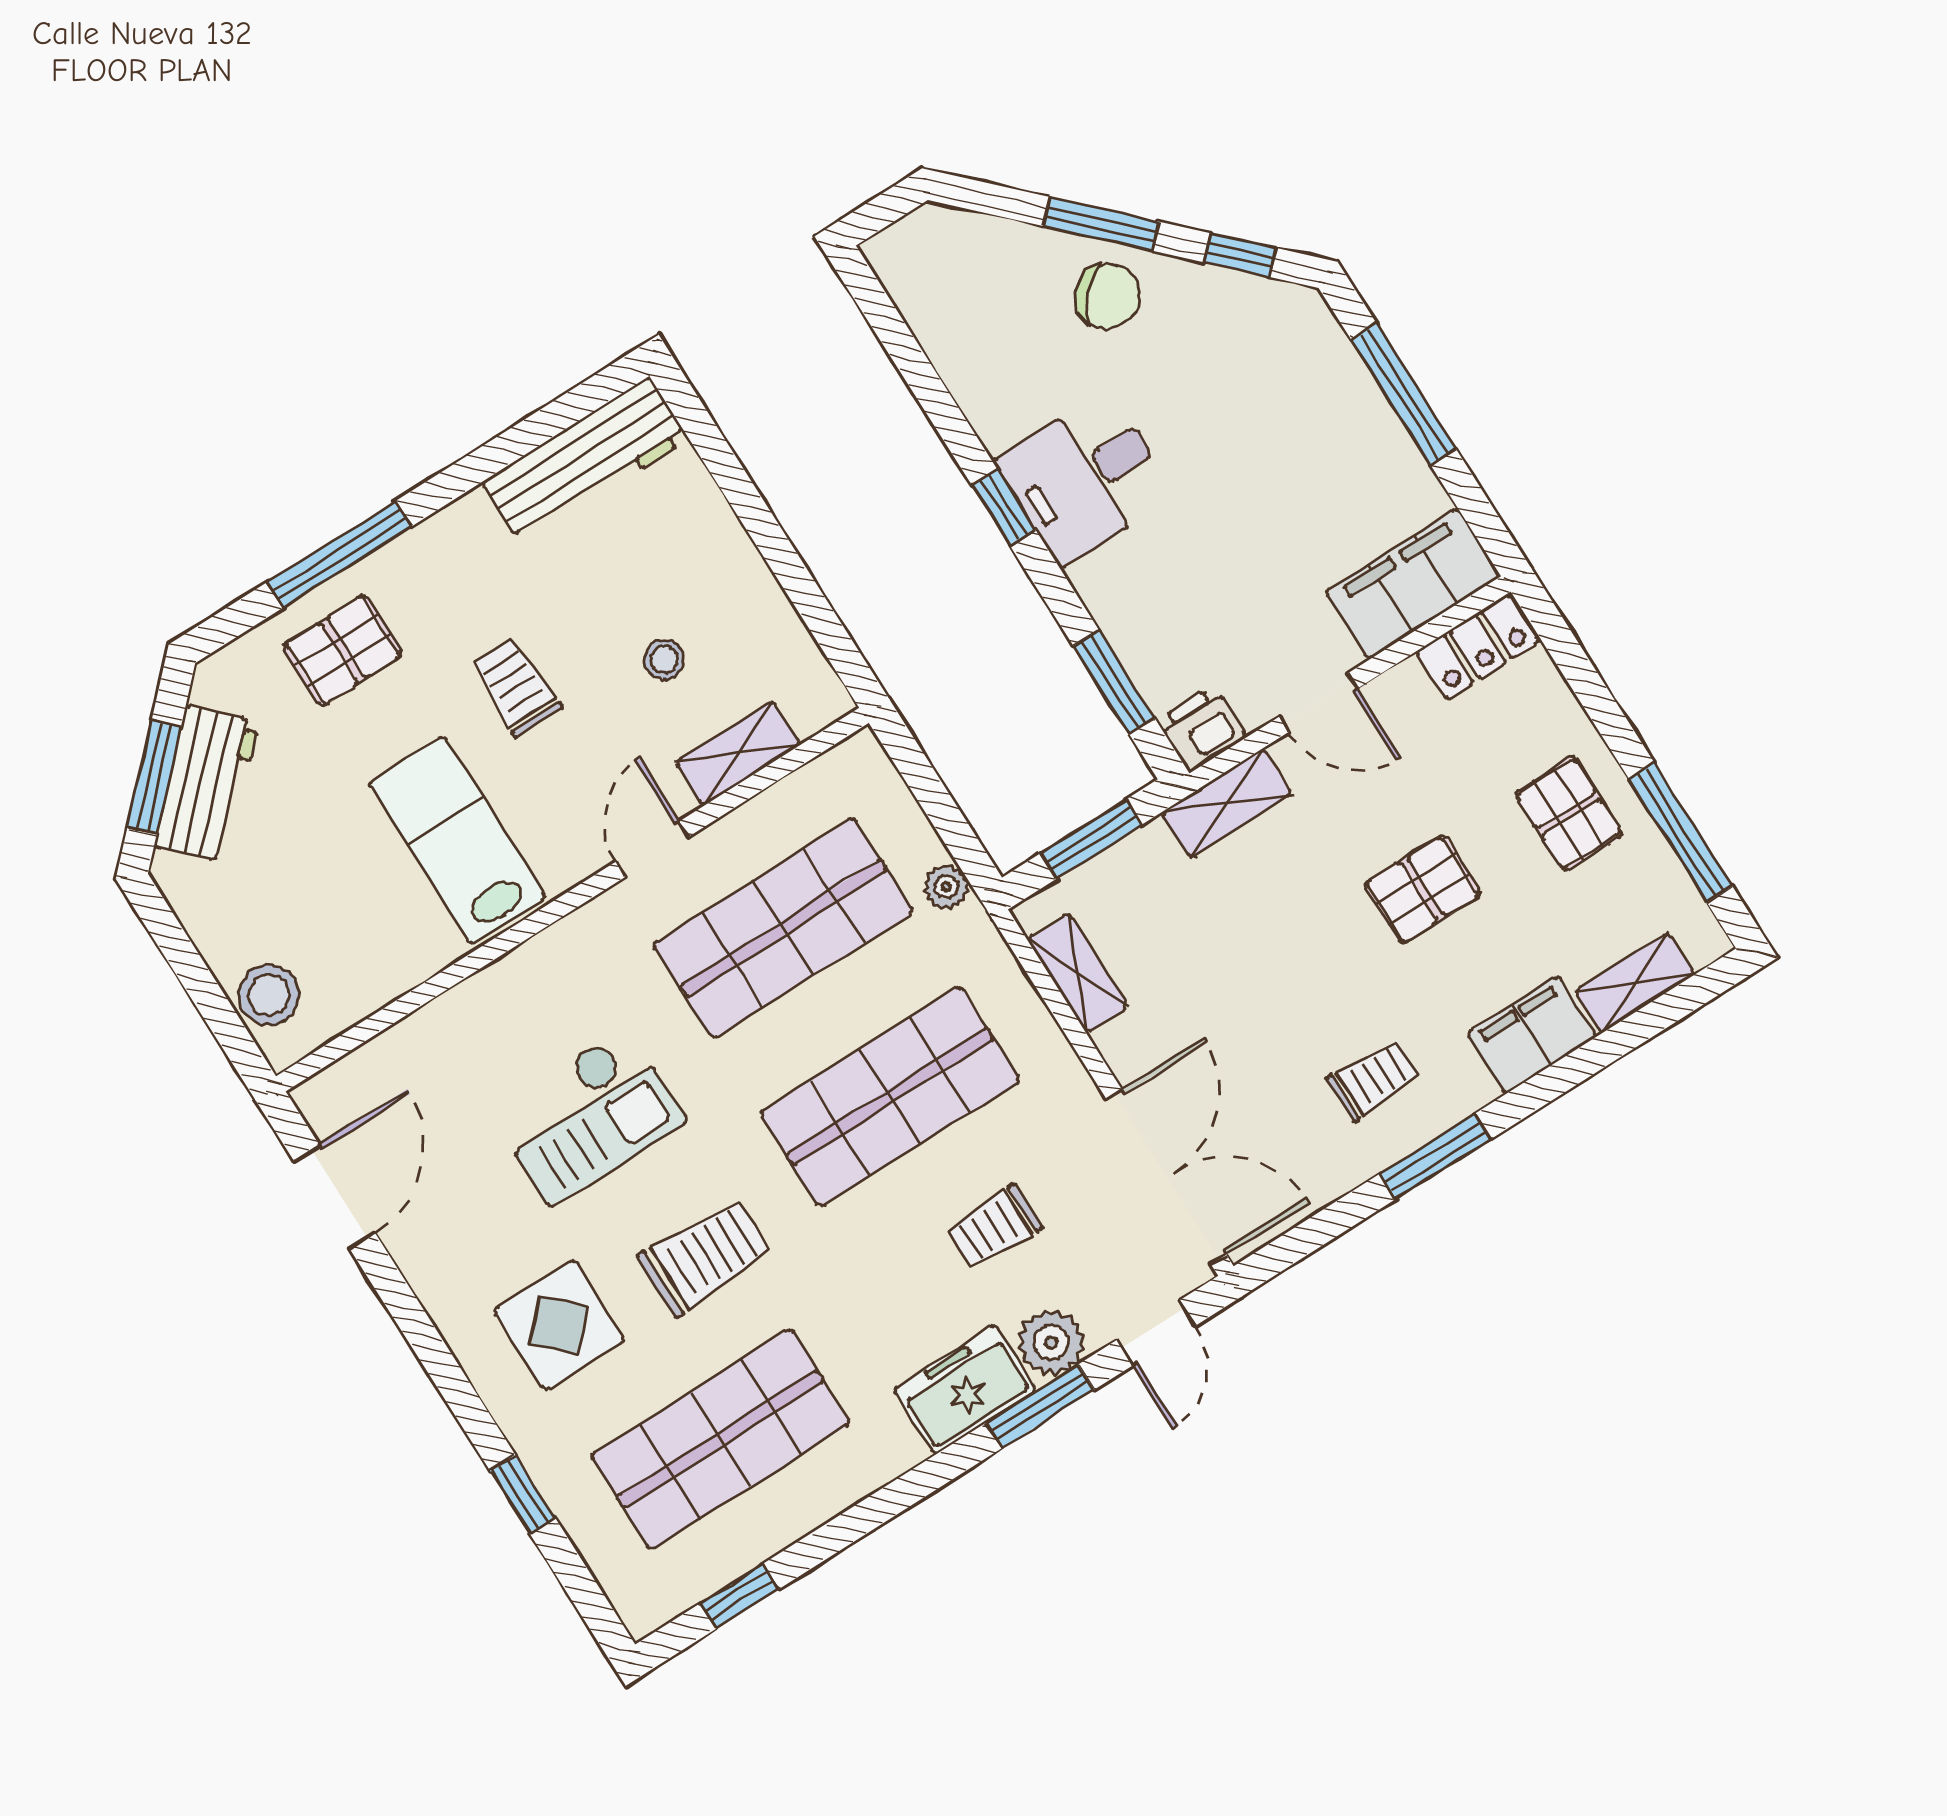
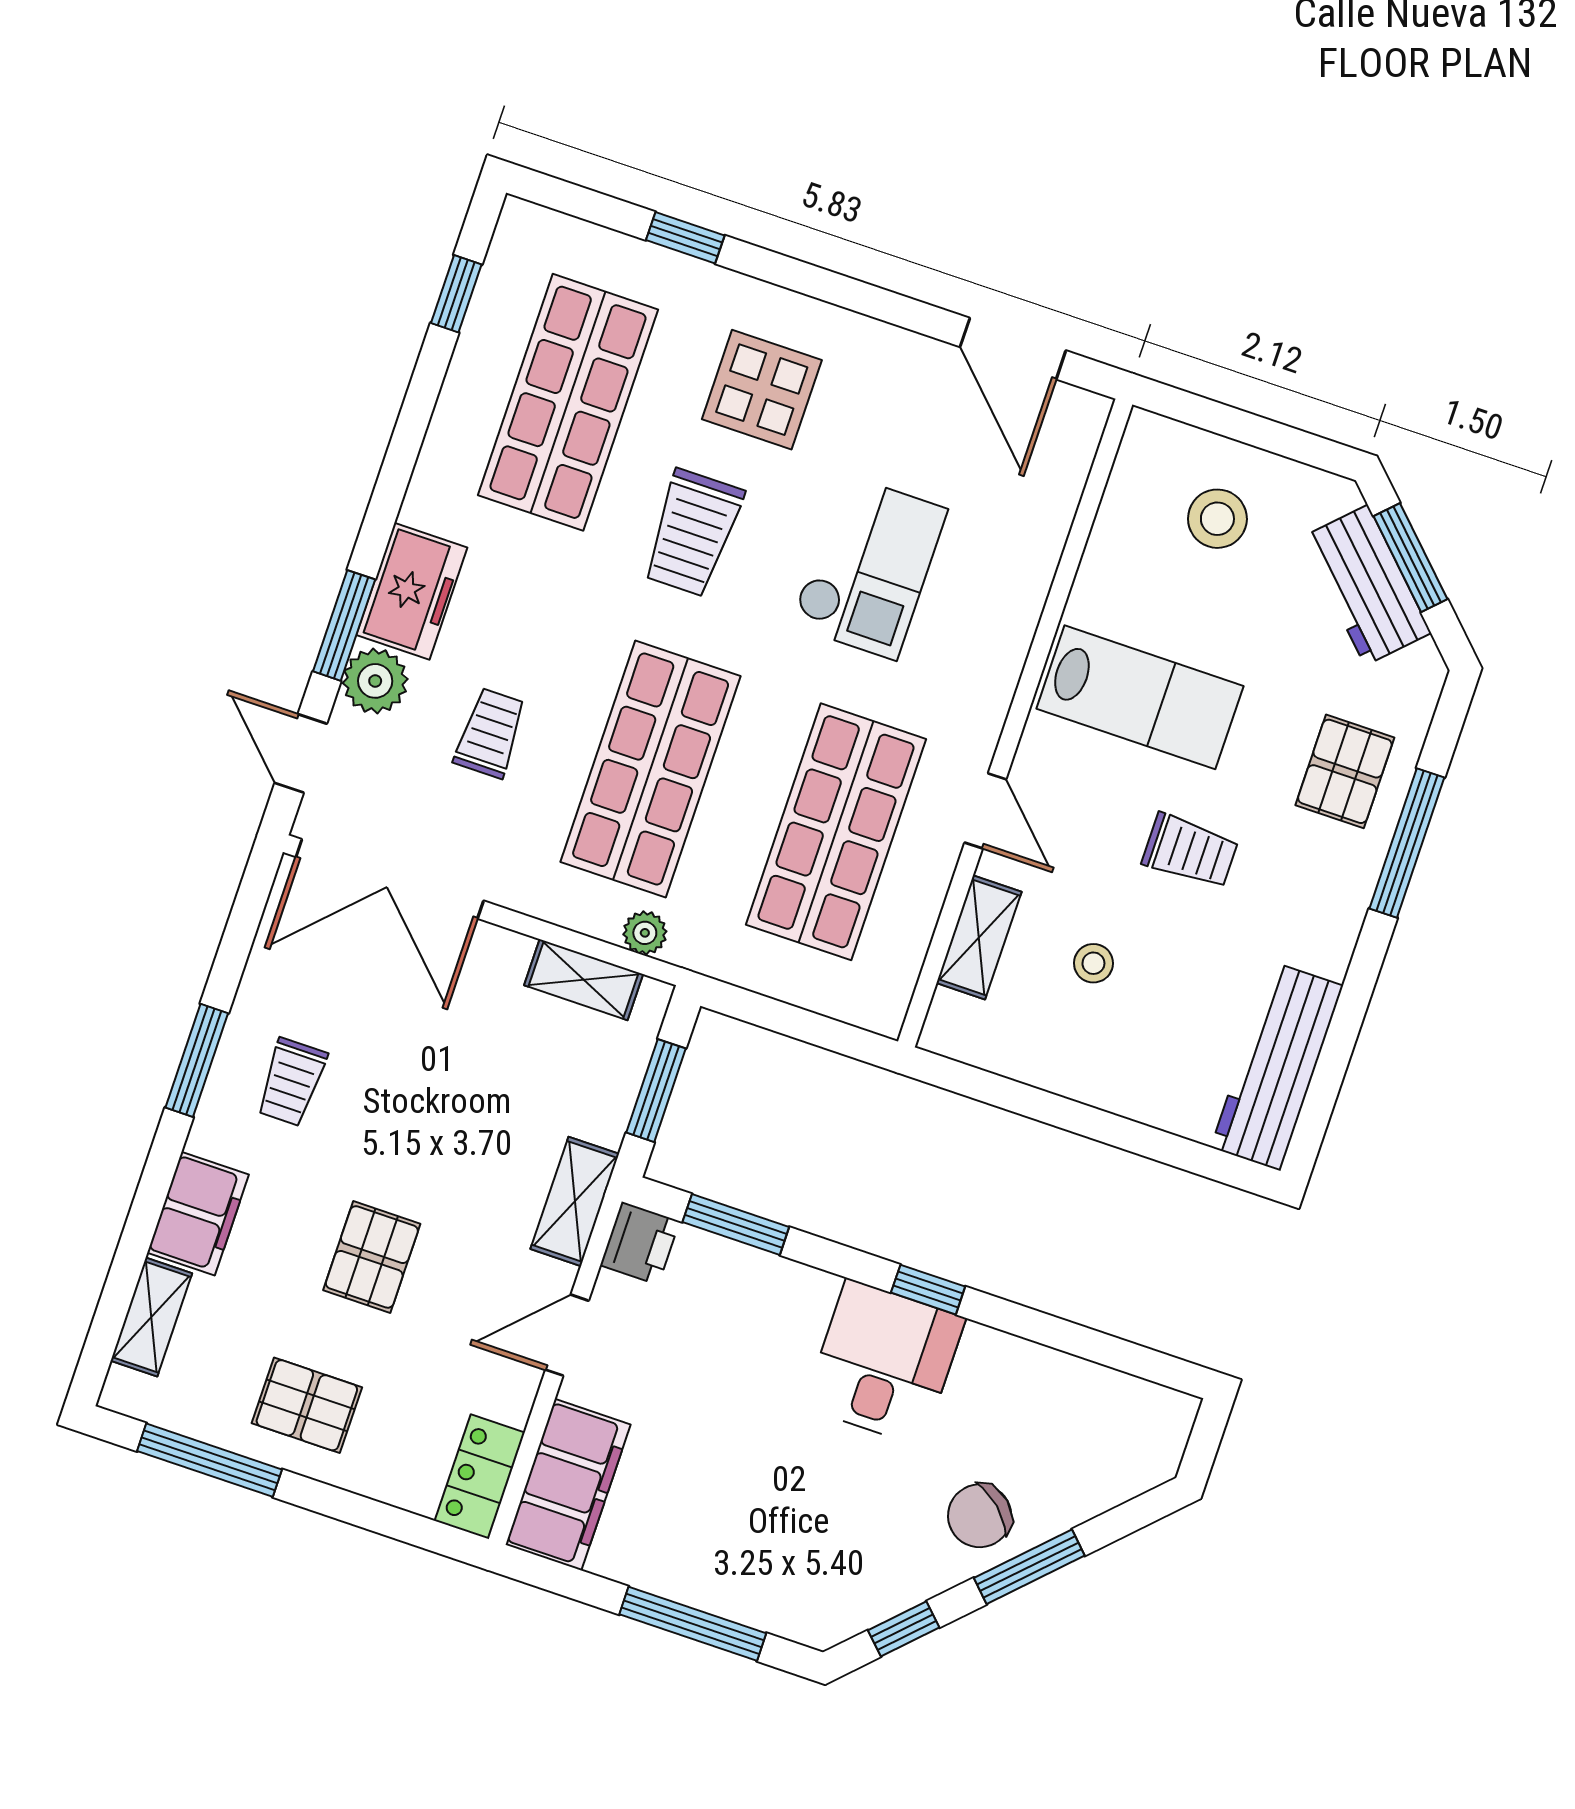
plant: (946, 887) -> (645, 933), moved
stool: (269, 995) -> (1217, 519), moved
checkout: (588, 1117) -> (869, 567), turned 180

